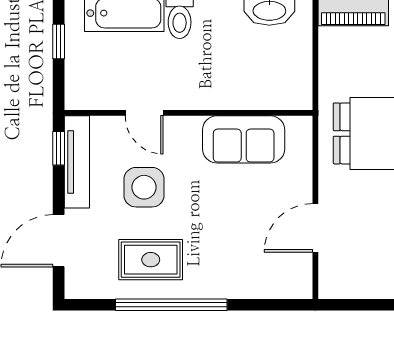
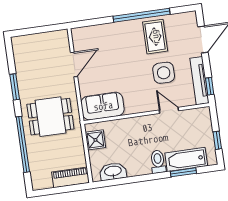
shower: (295, 76) -> (95, 140), added
sofa: (244, 139) -> (103, 106), moved
rug: (151, 260) -> (155, 37), turned 90

